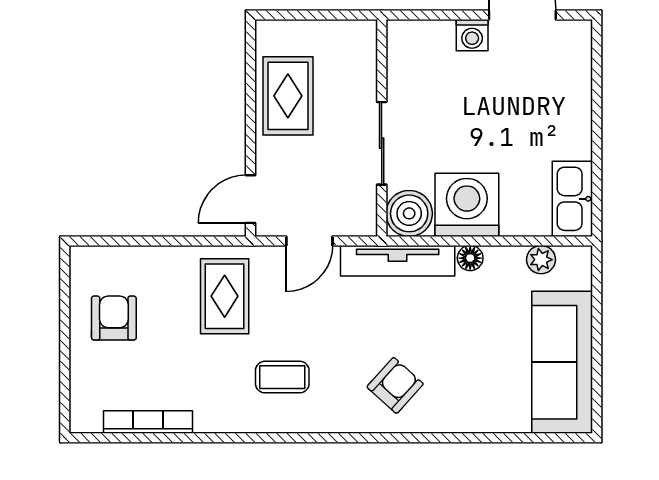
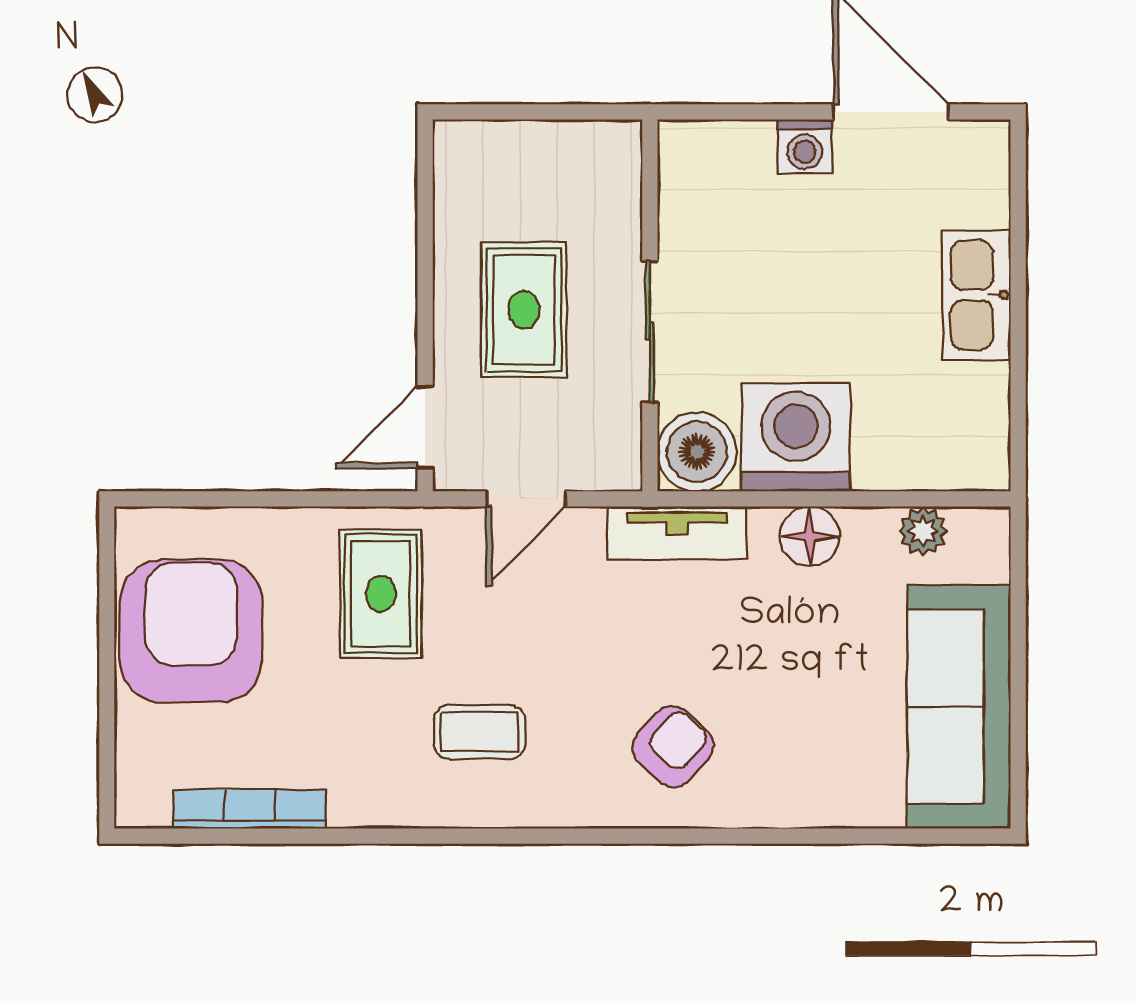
rug: (288, 96) -> (524, 310), moved
kitchen sink: (572, 199) -> (977, 295), moved
floor lamp: (470, 258) -> (810, 536), width x1.37, depth x1.37
tv unit: (398, 261) -> (677, 533), width x0.71
armchair: (114, 318) -> (191, 631), width x1.88, depth x1.88

